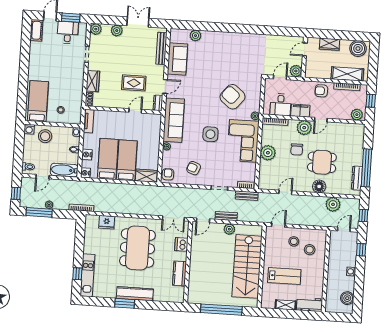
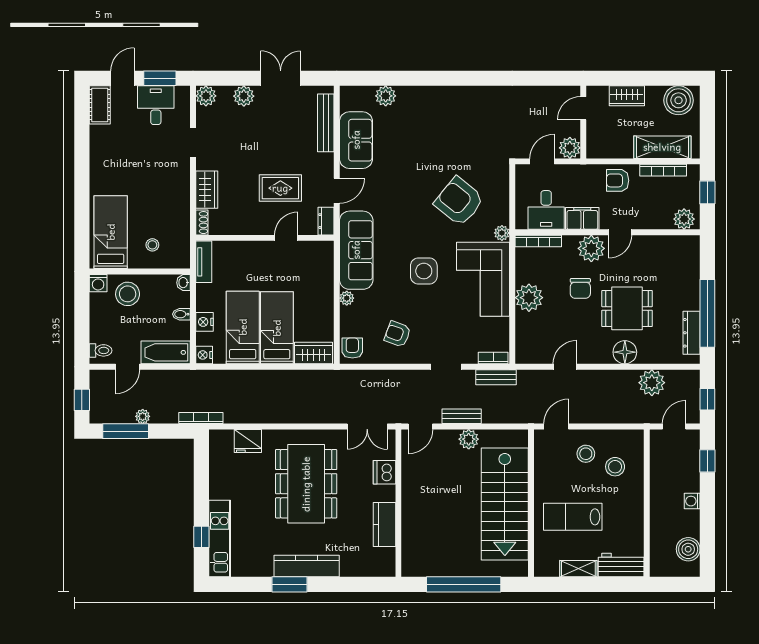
lab bench: (284, 276) -> (573, 517), turned 180

